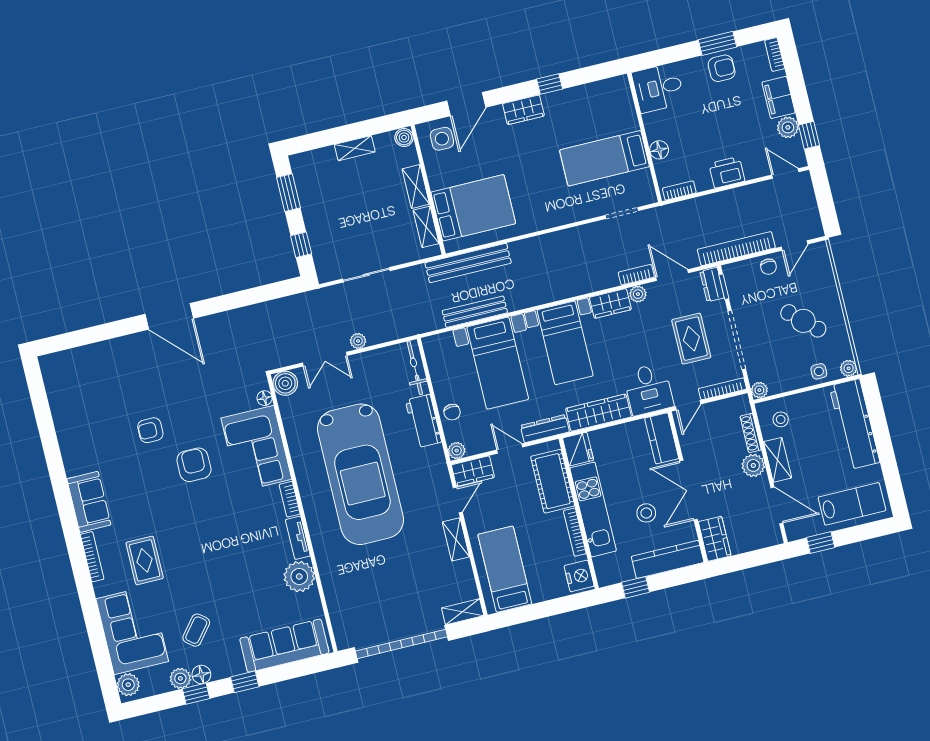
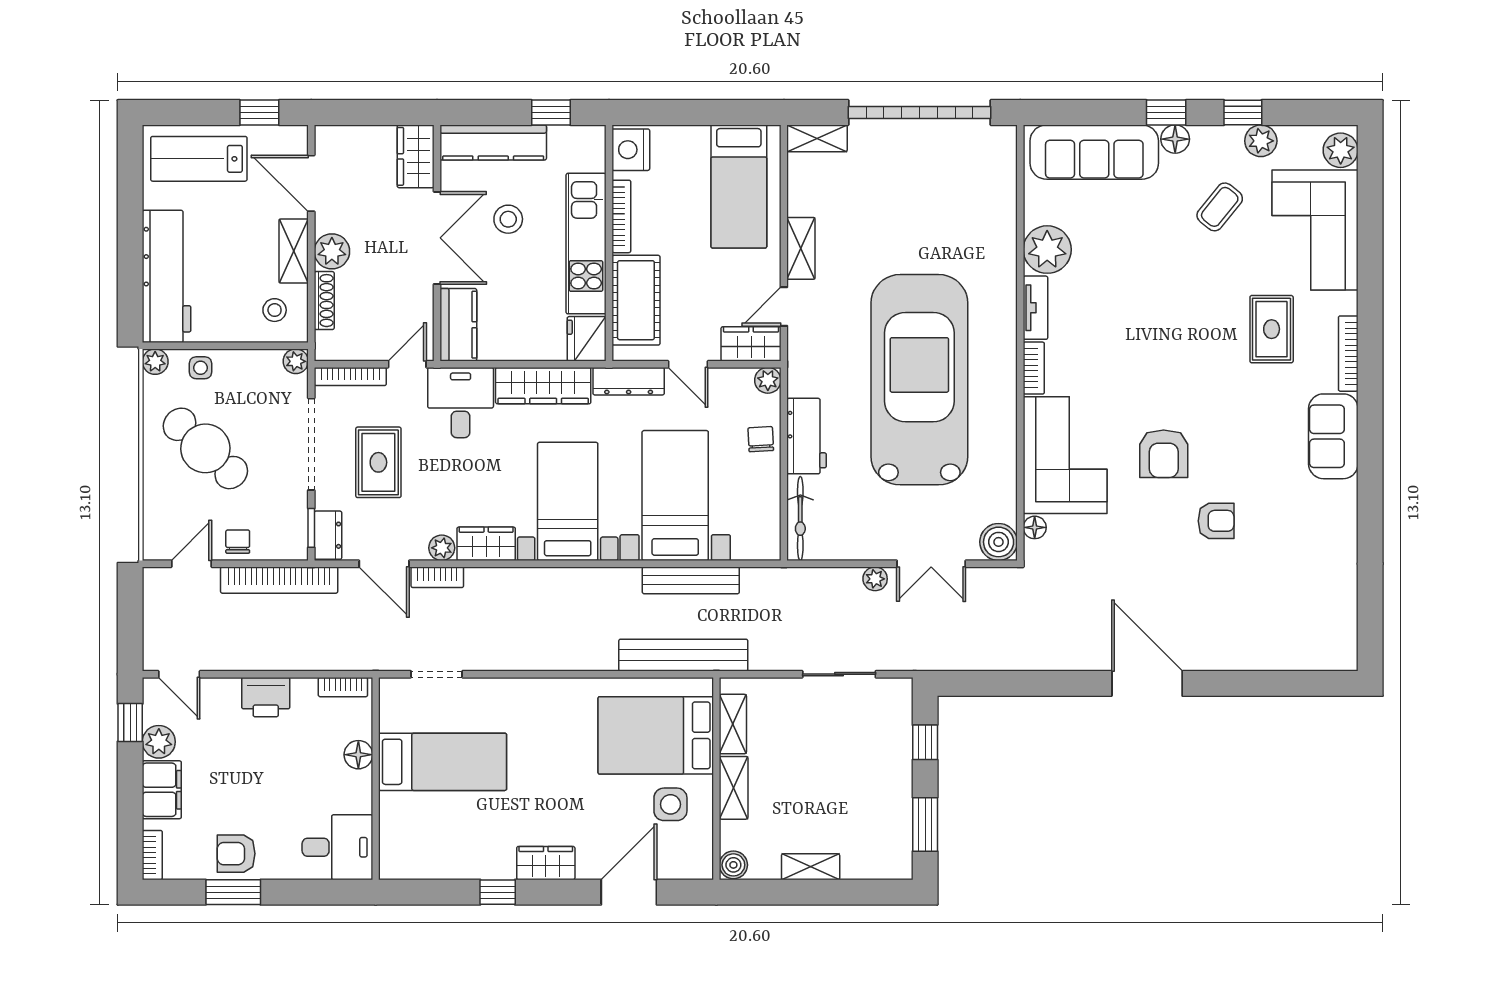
side table: (442, 139) -> (670, 804), moved
cafe table: (803, 321) -> (205, 448), width x1.37, depth x1.35
double door: (325, 359) -> (931, 564), swing flipped
floor lamp: (201, 674) -> (1175, 139), moved

